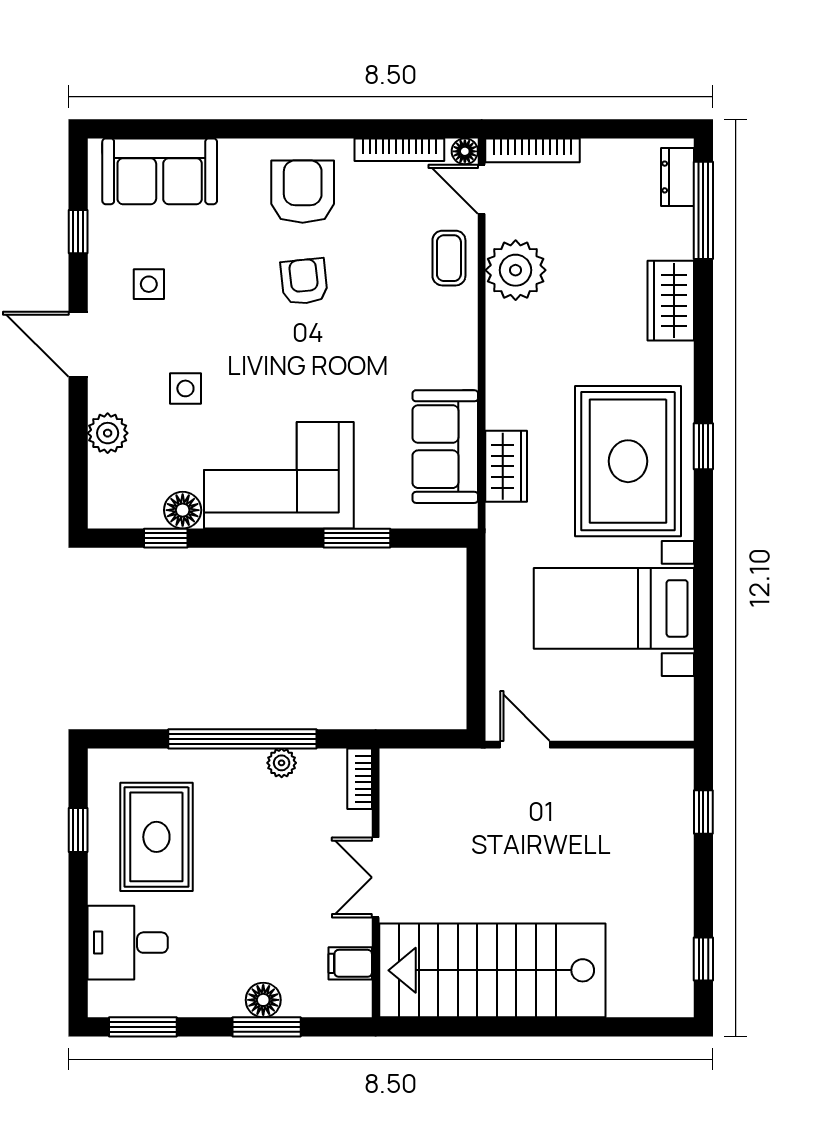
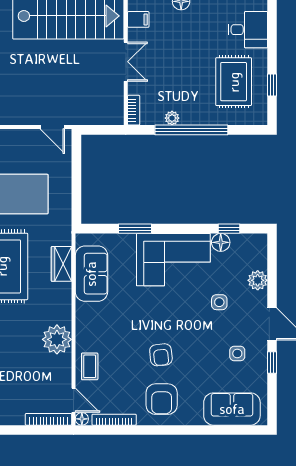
window: (78, 232) -> (272, 363), moved
plant: (516, 270) -> (57, 339), moved

